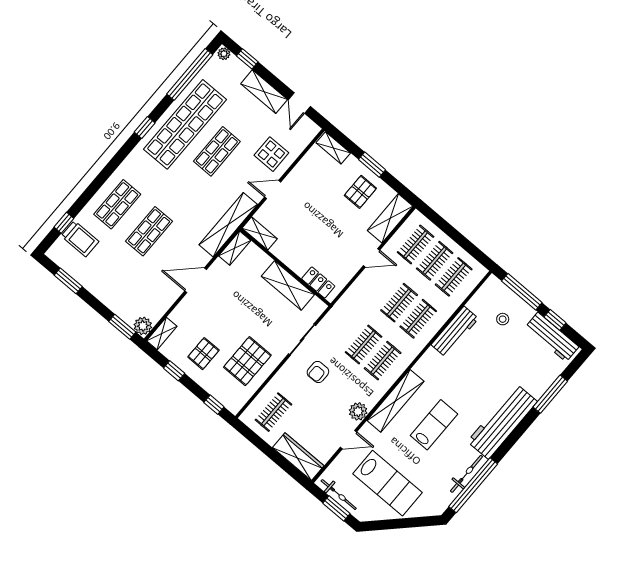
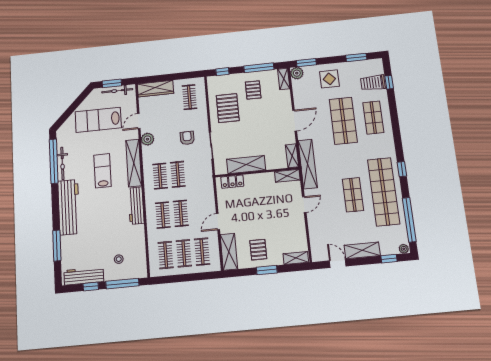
display table: (271, 154) -> (329, 79), moved
shop shelf: (149, 231) -> (343, 121), width x1.43, depth x1.36
workbench: (455, 332) -> (136, 206), moved
window: (174, 371) -> (259, 68), width x2.17
lab bench: (434, 425) -> (102, 171), turned 180

